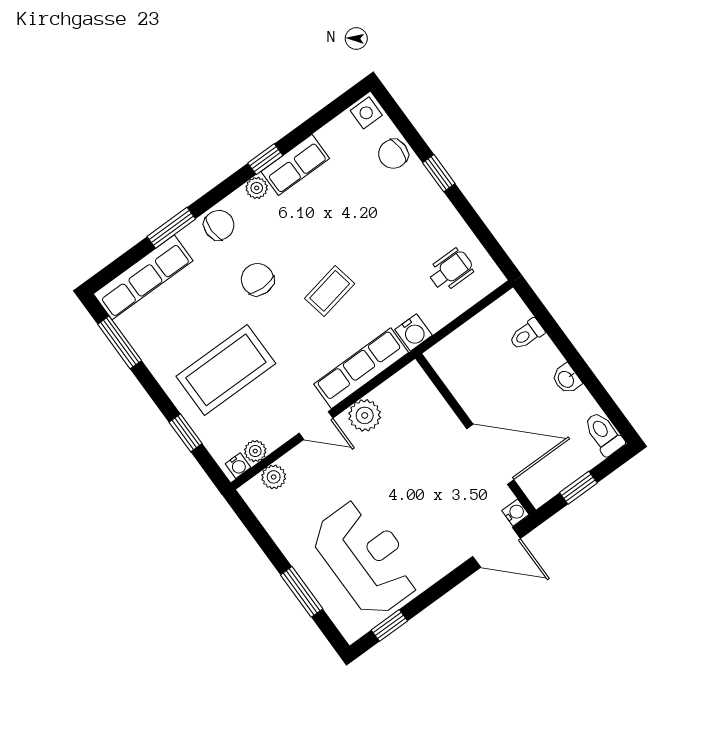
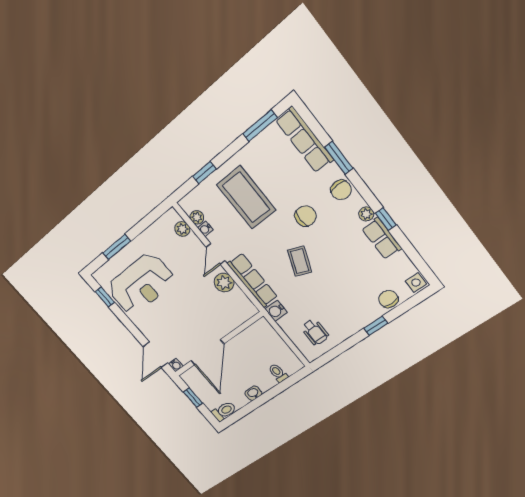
coffee table: (330, 291) -> (300, 261), turned 33
water cooler: (238, 466) -> (205, 229), moved

